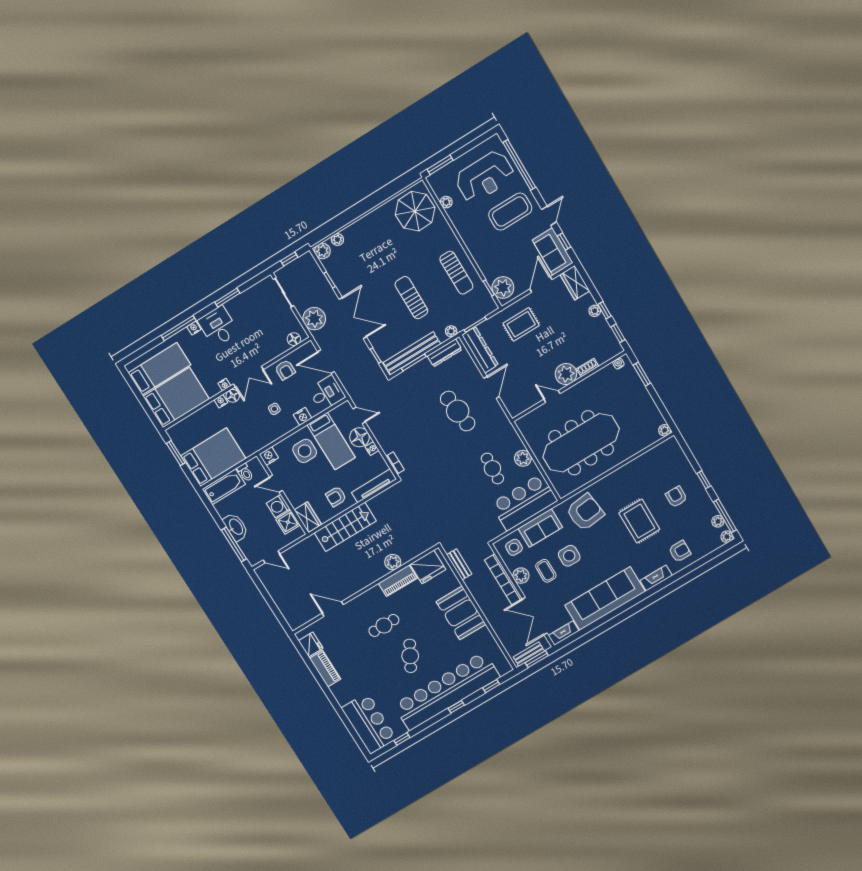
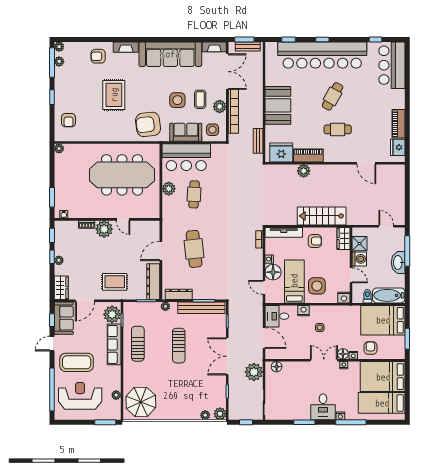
row of seats: (481, 256) -> (114, 344), added
armchair: (285, 370) -> (370, 348), moved
armchair: (676, 497) -> (69, 120), moved

